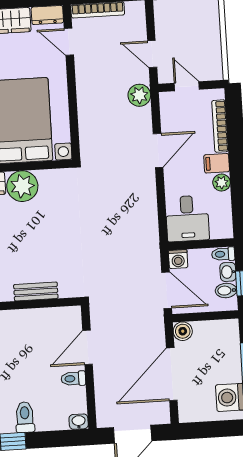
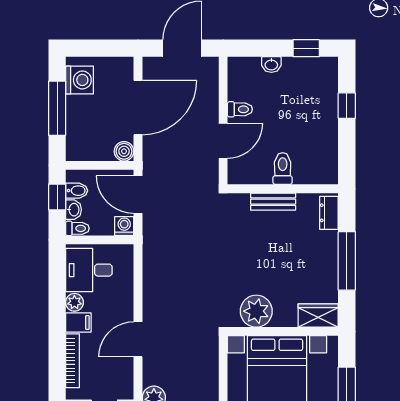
plant: (22, 186) -> (256, 311), moved
desk: (187, 218) -> (89, 270), moved, turned -90
toilet: (25, 417) -> (283, 169), moved, turned 180
washbasin: (79, 422) -> (271, 65), moved

